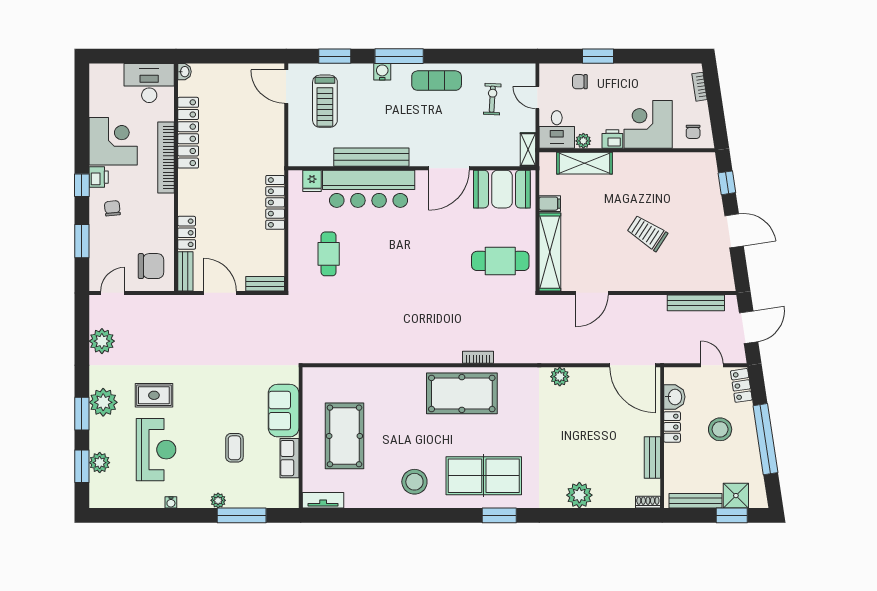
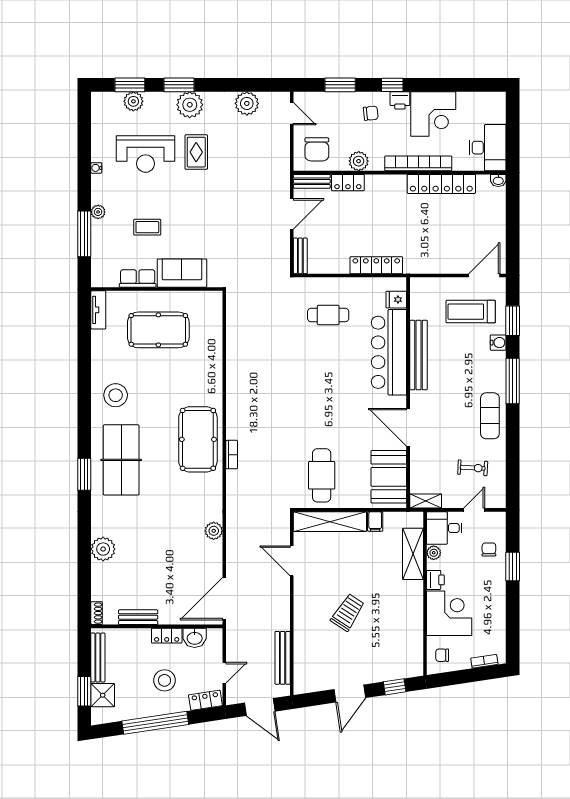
water cooler: (382, 72) -> (498, 343), moved
plant: (164, 221) -> (359, 161), added

